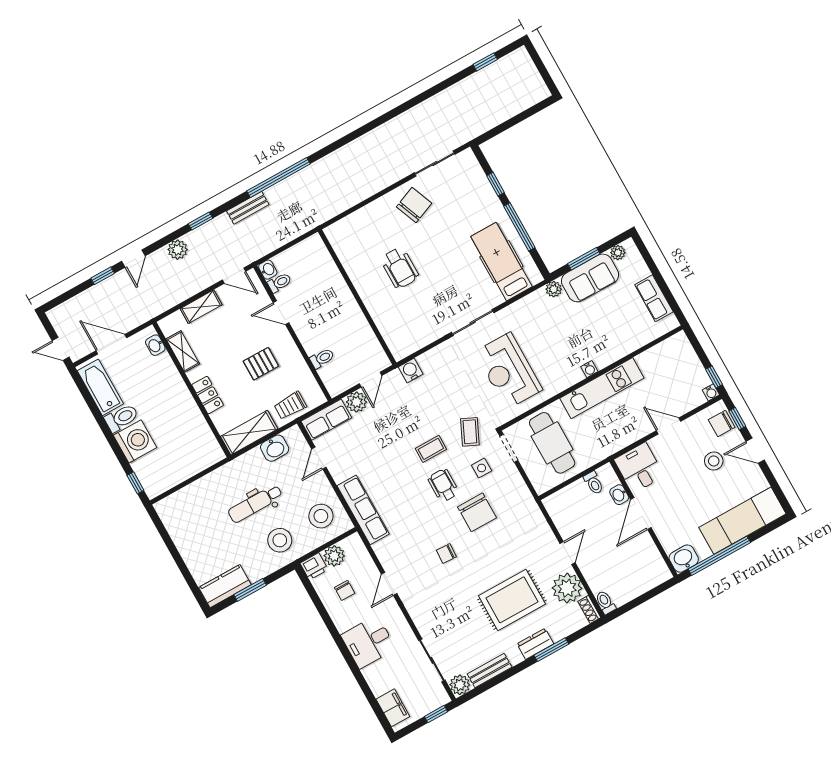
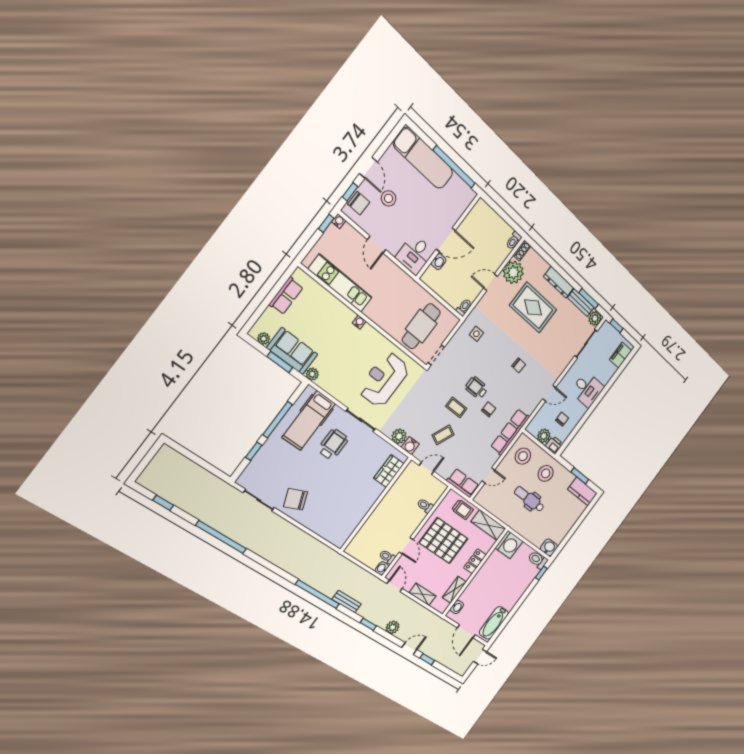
window: (412, 103) -> (221, 537), added
wheelchair: (400, 268) -> (333, 444), moved
wardrobe: (392, 331) -> (389, 471), added
door: (61, 349) -> (480, 657), hinge flipped
pallet: (261, 364) -> (443, 541), width x2.05, depth x2.00
reception desk: (509, 371) -> (384, 380), turned 180
kitchen unit: (602, 388) -> (340, 283), moved
plant: (356, 402) -> (399, 436), moved
toilet: (122, 418) -> (538, 560), moved
coffee table: (470, 432) -> (443, 435), moved
washing machine: (135, 441) -> (509, 545), moved, turned 180
washbasin: (275, 448) -> (549, 547), moved
side table: (482, 468) -> (476, 334), moved
toilet: (594, 483) -> (464, 307), moved
wheelchair: (443, 485) -> (477, 388), turned 90
dental chair: (255, 504) -> (529, 499), turned 180
chair: (477, 512) -> (489, 409), moved, width x0.54, depth x0.54
washbasin: (684, 559) -> (465, 194), removed
dresser: (535, 644) -> (559, 282), width x1.44
window: (551, 650) -> (589, 299), moved

